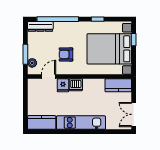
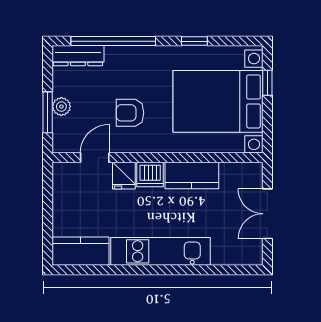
plant: (32, 63) -> (61, 107), moved
kitchen counter: (118, 85) -> (192, 176), moved
double door: (134, 114) -> (267, 214), moved

